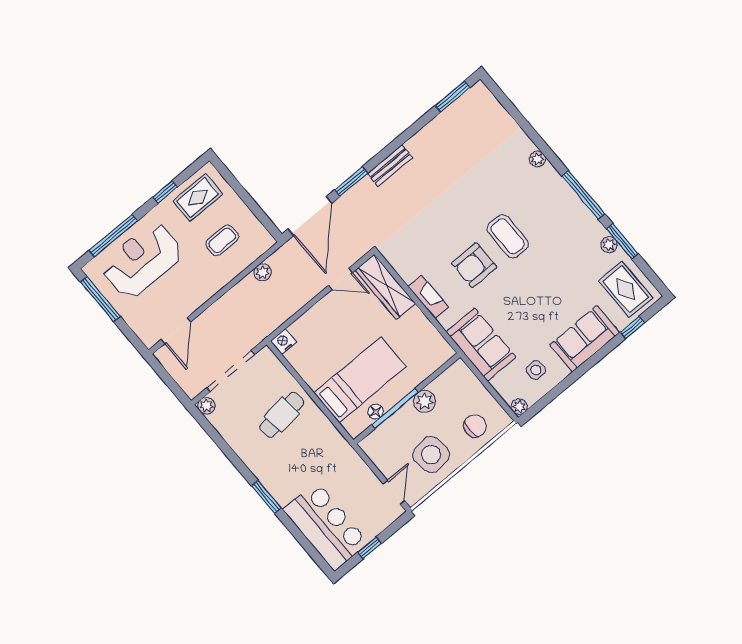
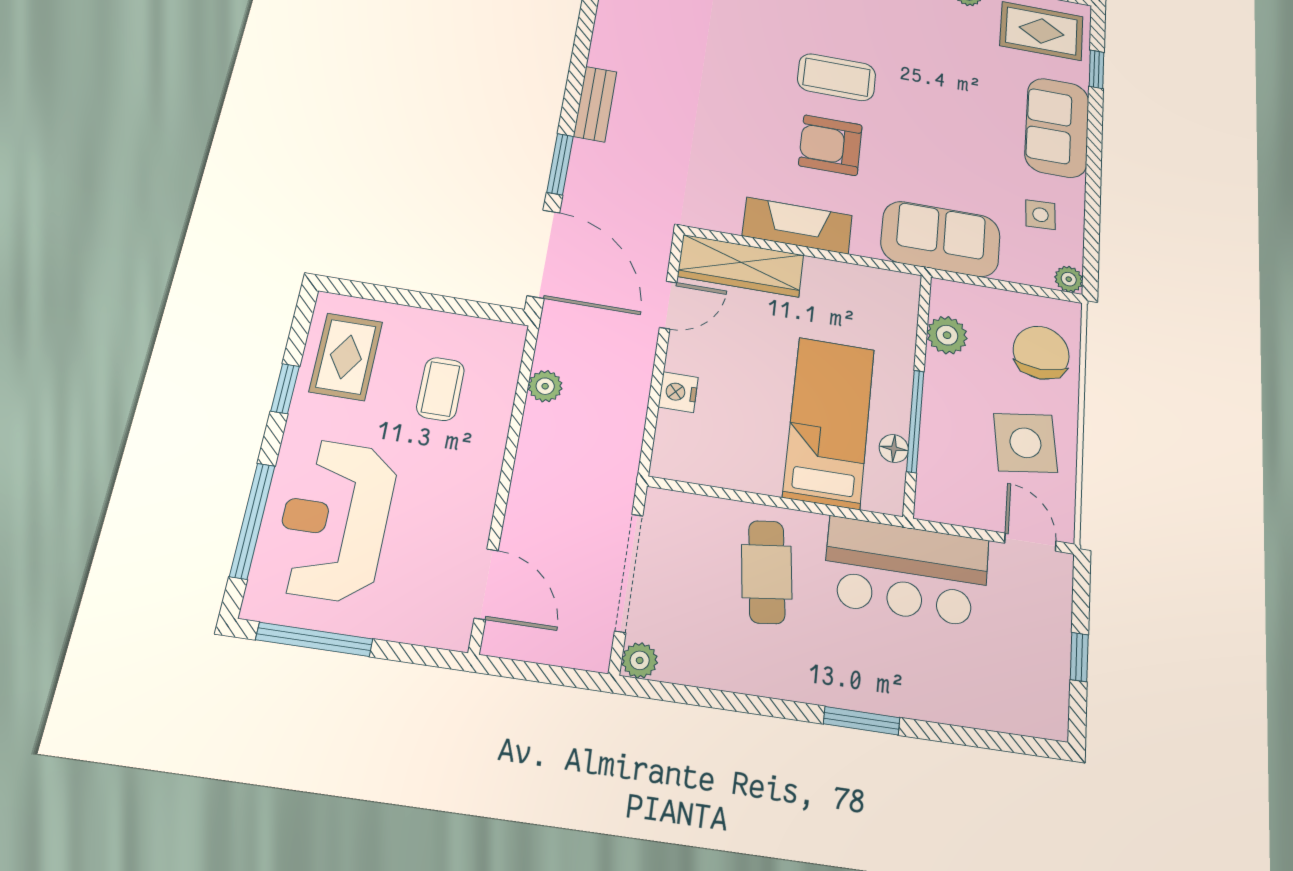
armchair: (474, 265) -> (830, 145), turned 90
fireplace: (428, 297) -> (797, 226), width x1.37, depth x1.32
nightstand: (284, 342) -> (678, 392), moved
plant: (424, 401) -> (947, 335), moved
chair: (475, 426) -> (1041, 353), width x1.37, depth x1.37
bar counter: (326, 526) -> (906, 571), moved, turned 180

